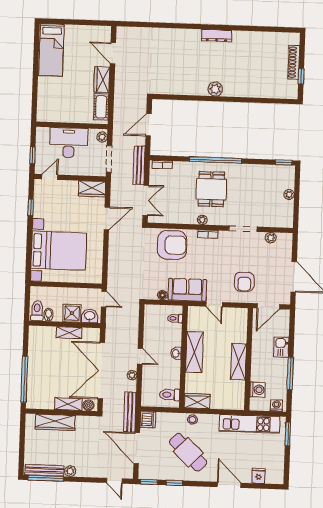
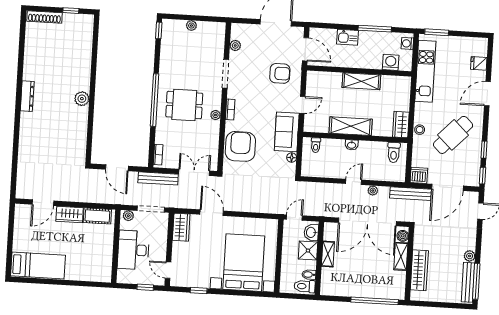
shoe rack: (294, 62) -> (45, 17), moved

